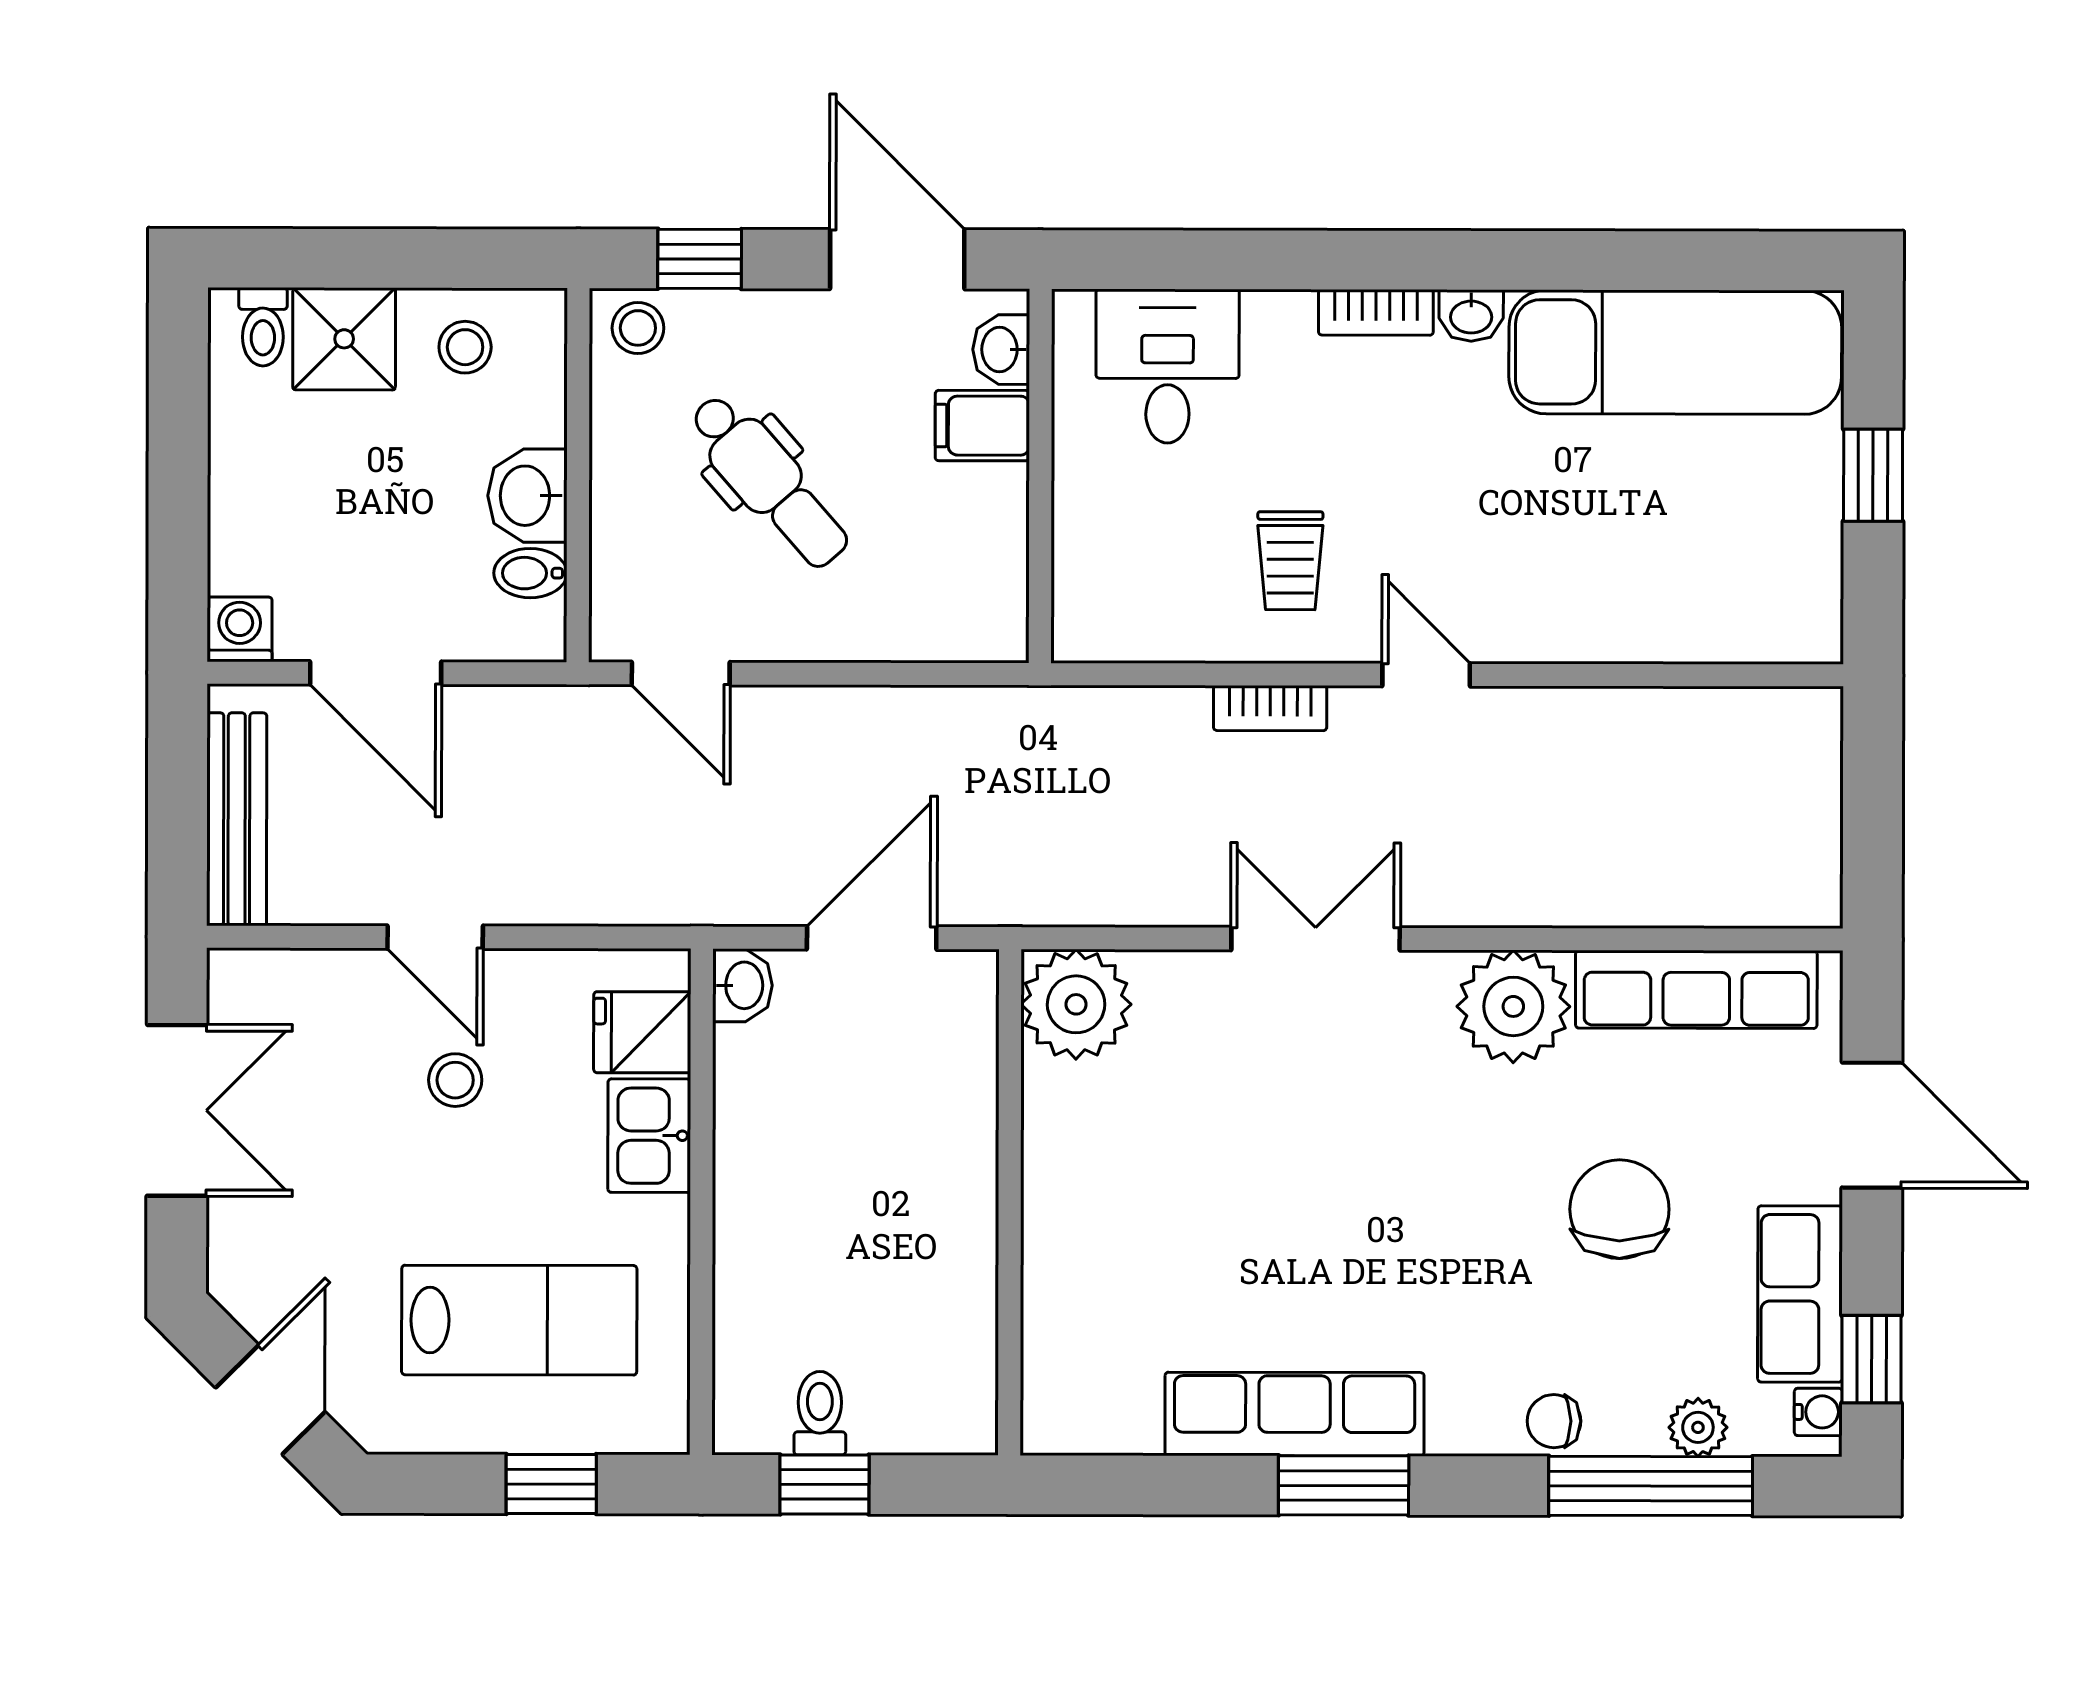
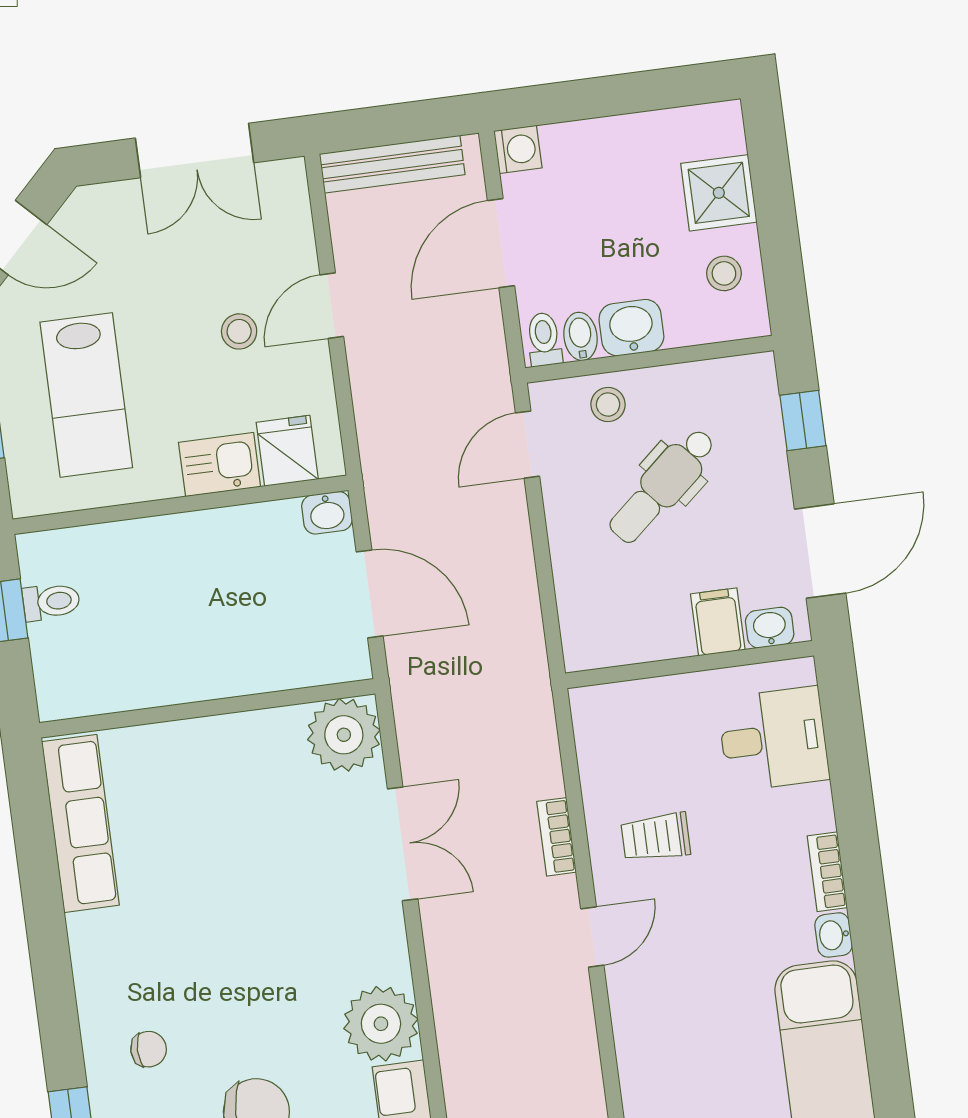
toilet: (263, 327) -> (544, 339), moved, turned 90
stool: (638, 328) -> (608, 404), moved
double door: (1316, 939) -> (403, 844), moved
row of seats: (1295, 1414) -> (80, 823), moved
chair: (1554, 1421) -> (149, 1049), moved, turned 90
window: (1344, 1485) -> (50, 954), removed

